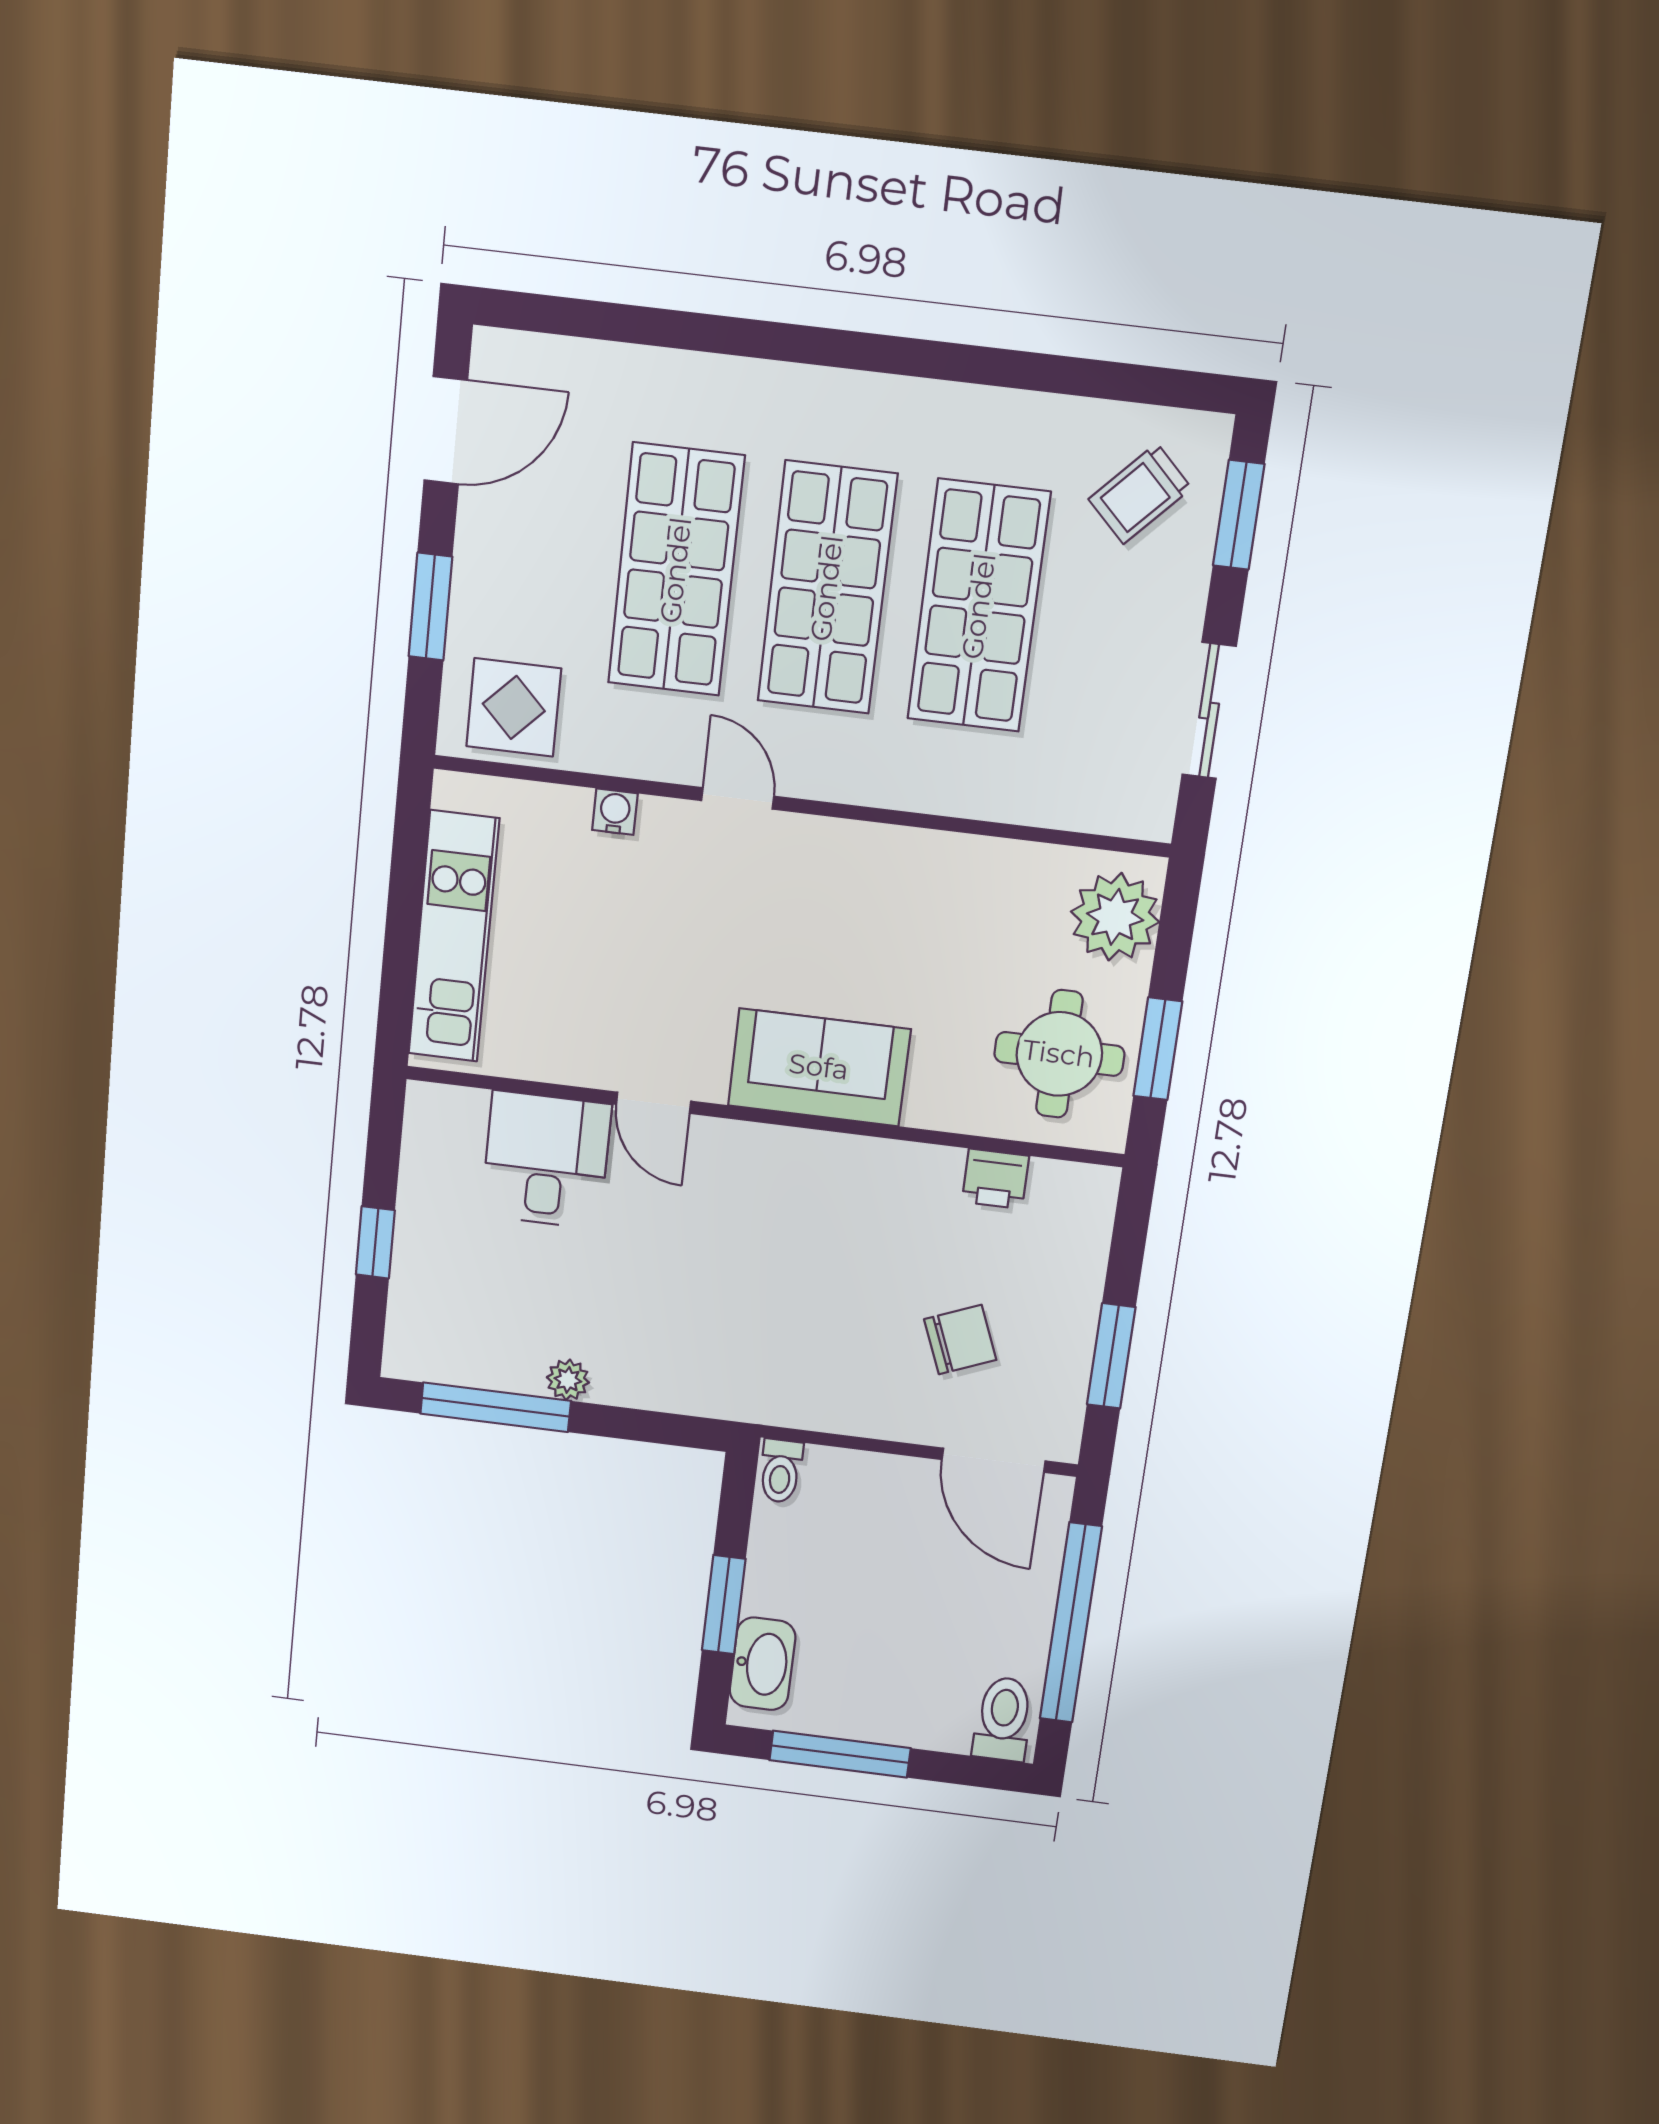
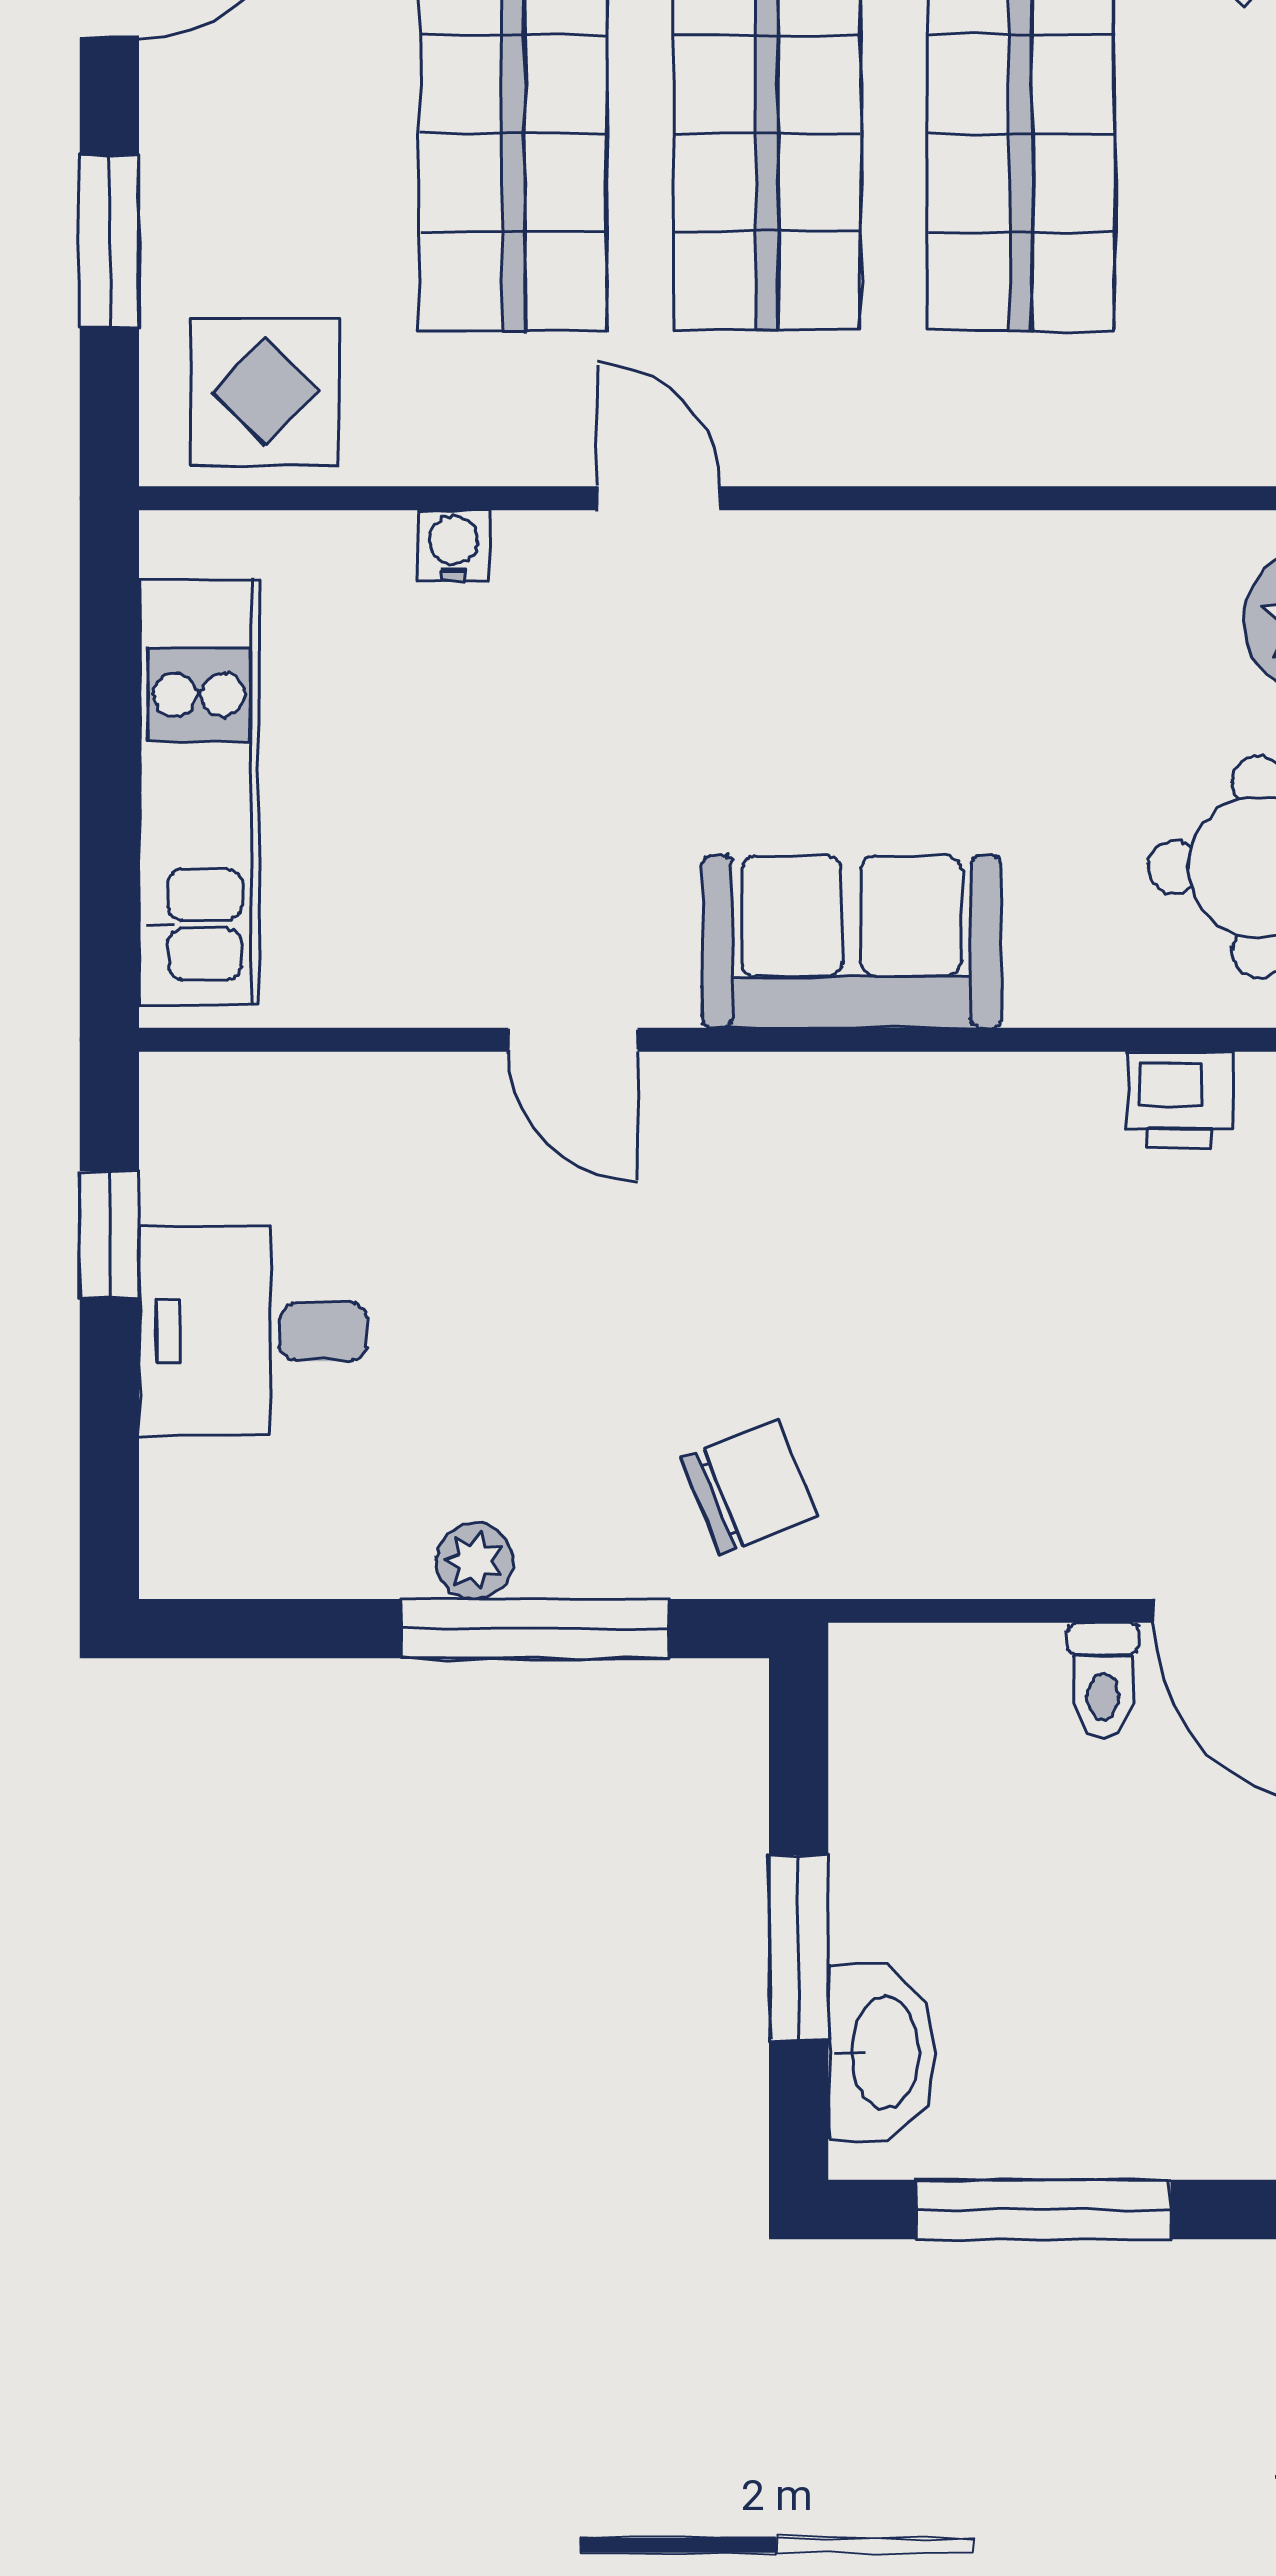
desk: (546, 1160) -> (253, 1332), moved, turned -90
window: (375, 1242) -> (109, 1234), moved
chair: (960, 1340) -> (749, 1487), moved
window: (496, 1407) -> (535, 1629), moved
toilet: (781, 1471) -> (1103, 1681), moved

